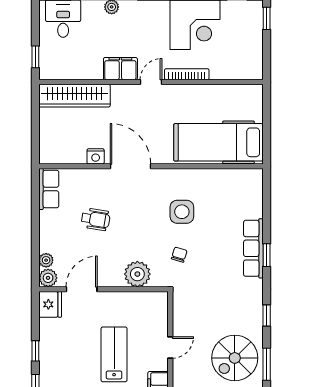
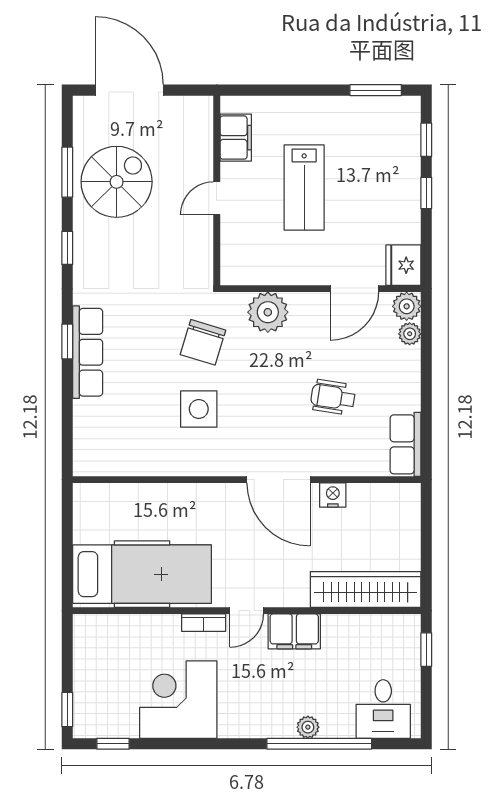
bookcase: (187, 74) -> (204, 623), width x0.64
hospital bed: (218, 142) -> (142, 574), moved
chair: (179, 255) -> (203, 342), width x1.87, depth x1.87

